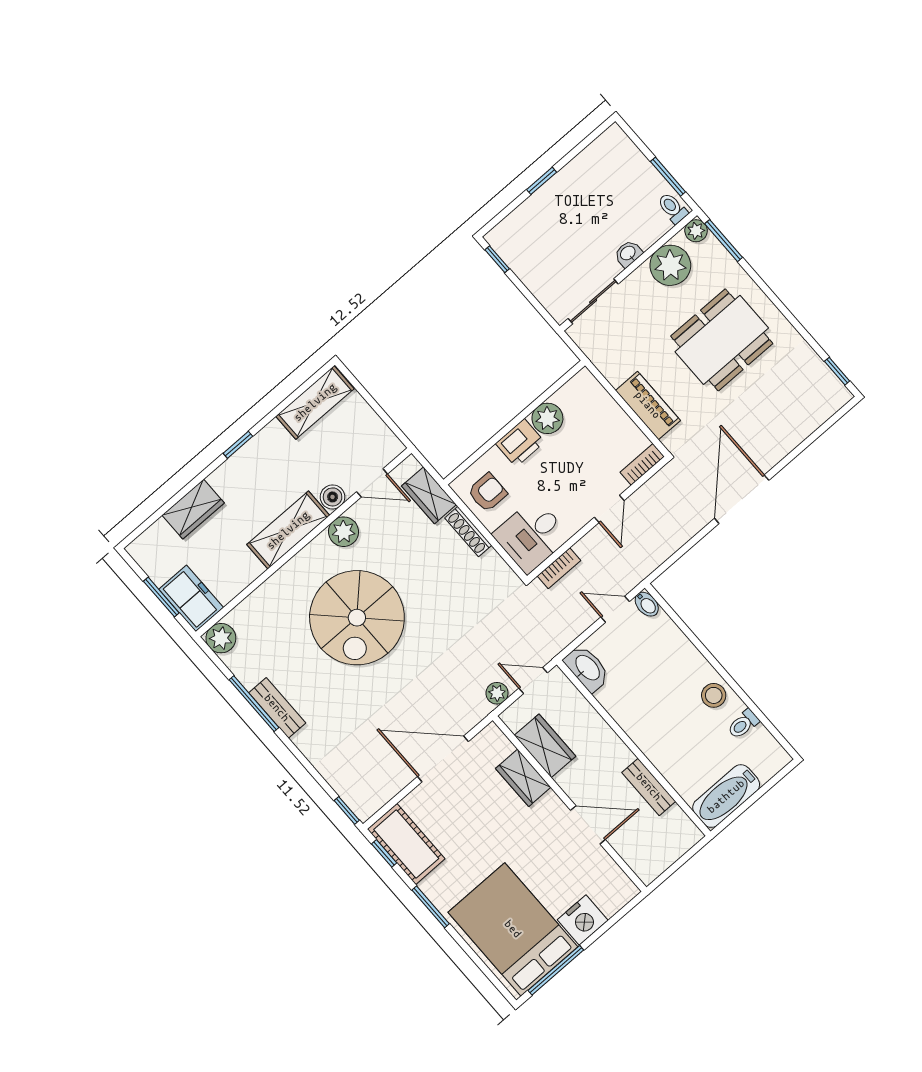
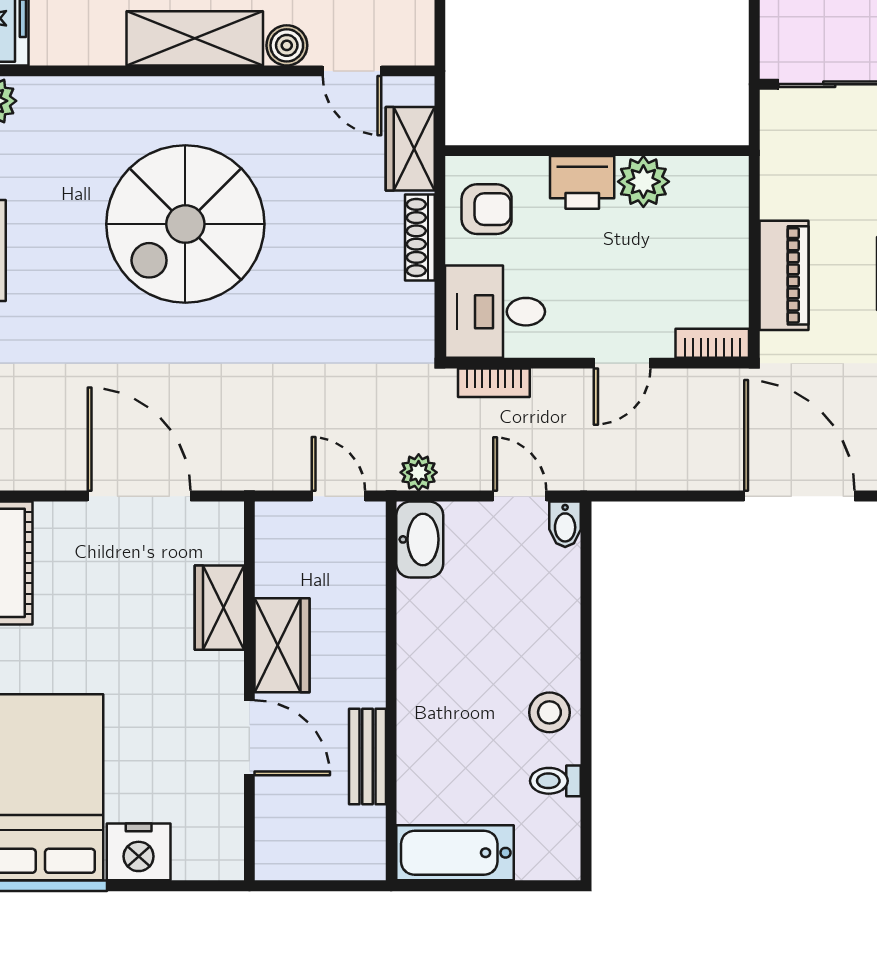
door: (742, 499) -> (799, 496), hinge flipped
plant: (344, 532) -> (263, 101), removed
plant: (497, 693) -> (419, 472), moved
wardrobe: (545, 746) -> (282, 645), moved

